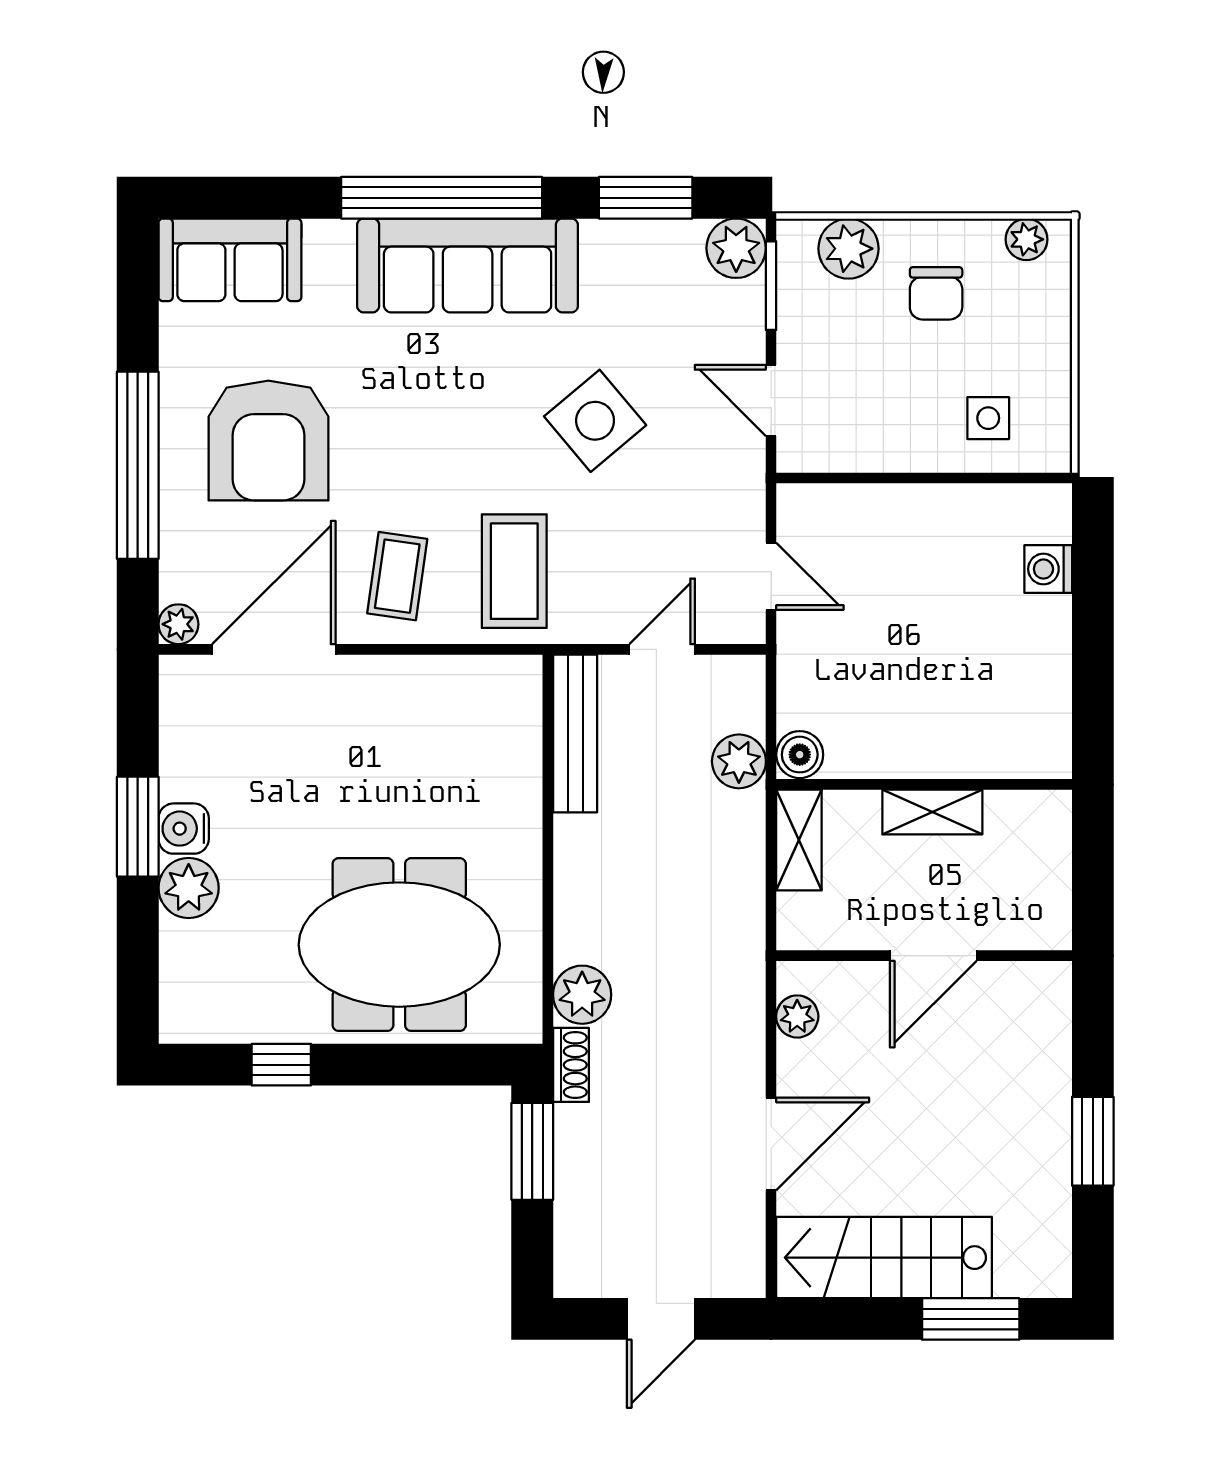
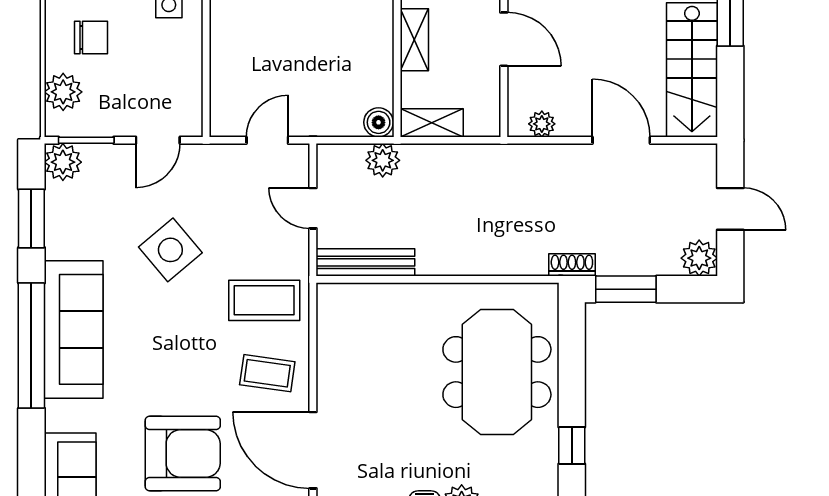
plant: (582, 995) -> (699, 258), moved

